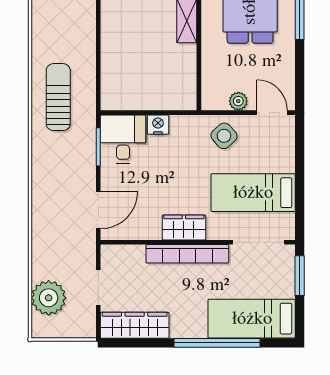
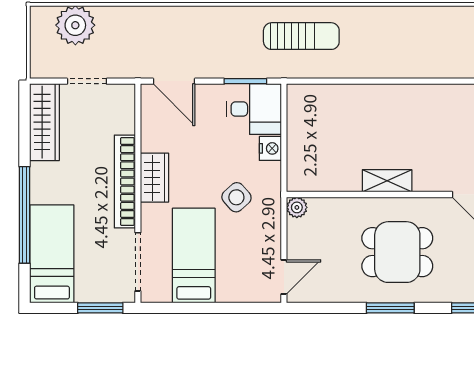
plant: (238, 101) -> (297, 207), moved
side table: (224, 136) -> (236, 197), moved

